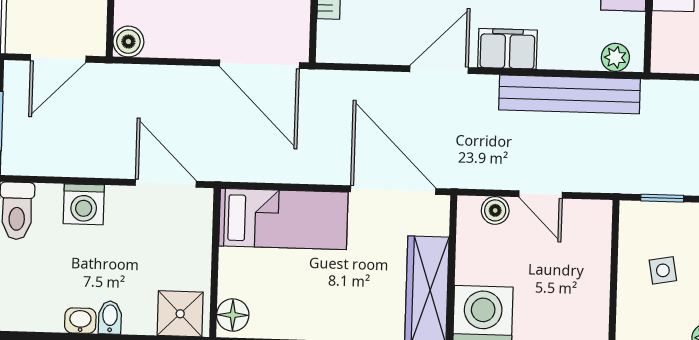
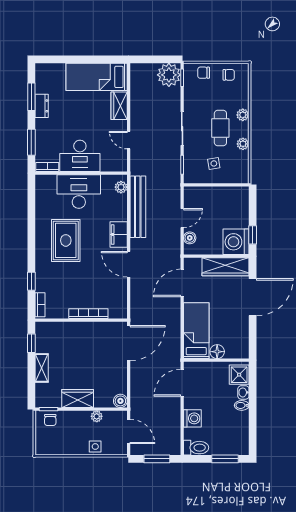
door: (393, 190) -> (182, 283), width x0.73
floor lamp: (233, 315) -> (217, 352), moved
washbasin: (80, 321) -> (243, 392), moved

